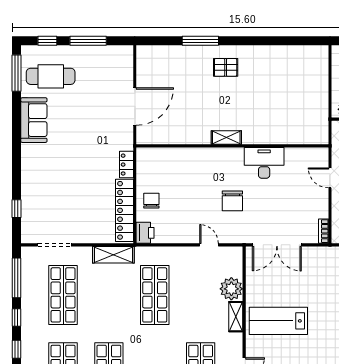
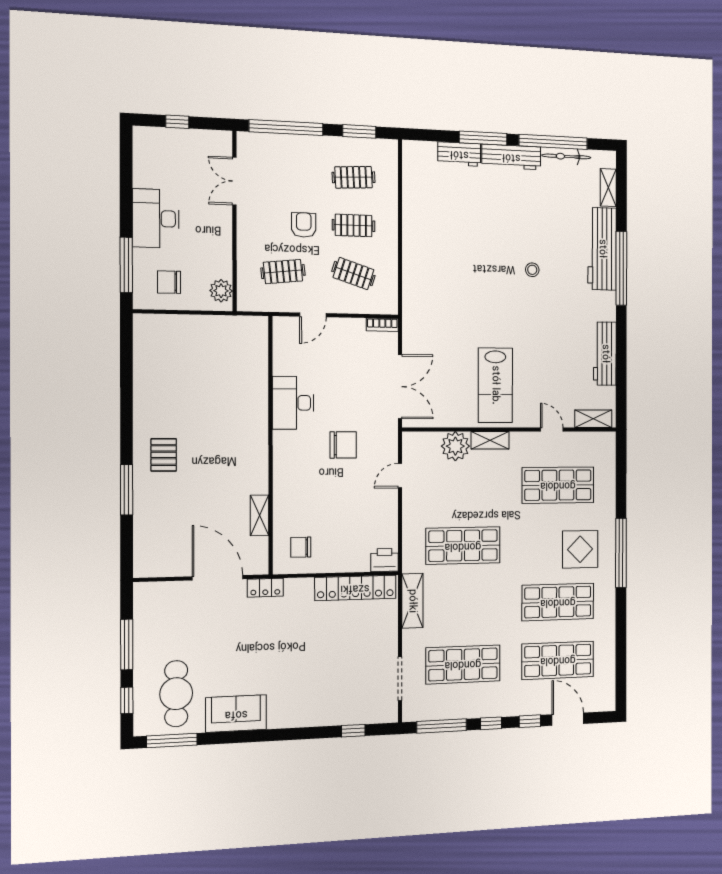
shelving: (226, 138) -> (259, 515), moved
locker: (127, 165) -> (265, 588), moved
chair: (151, 201) -> (301, 547), moved

